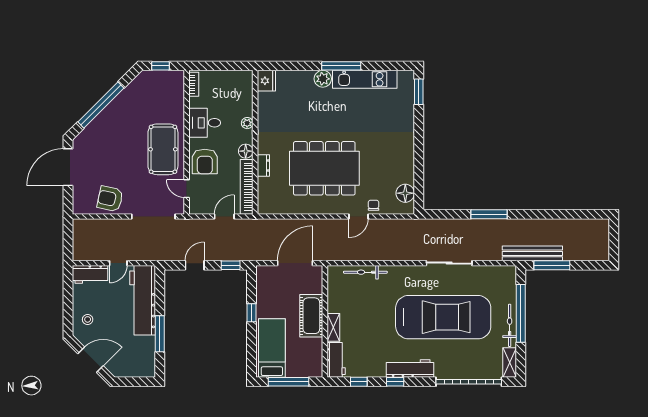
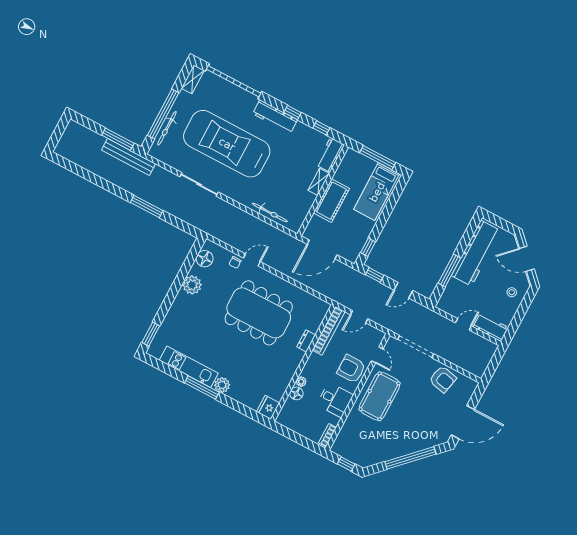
floor lamp: (246, 151) -> (296, 393), moved
plant: (404, 161) -> (192, 285), added
armchair: (205, 162) -> (351, 369), turned -90
workbench: (143, 300) -> (476, 253), moved
window: (251, 313) -> (368, 247), moved
bicycle: (510, 325) -> (167, 128), moved
window: (160, 334) -> (449, 271), moved

